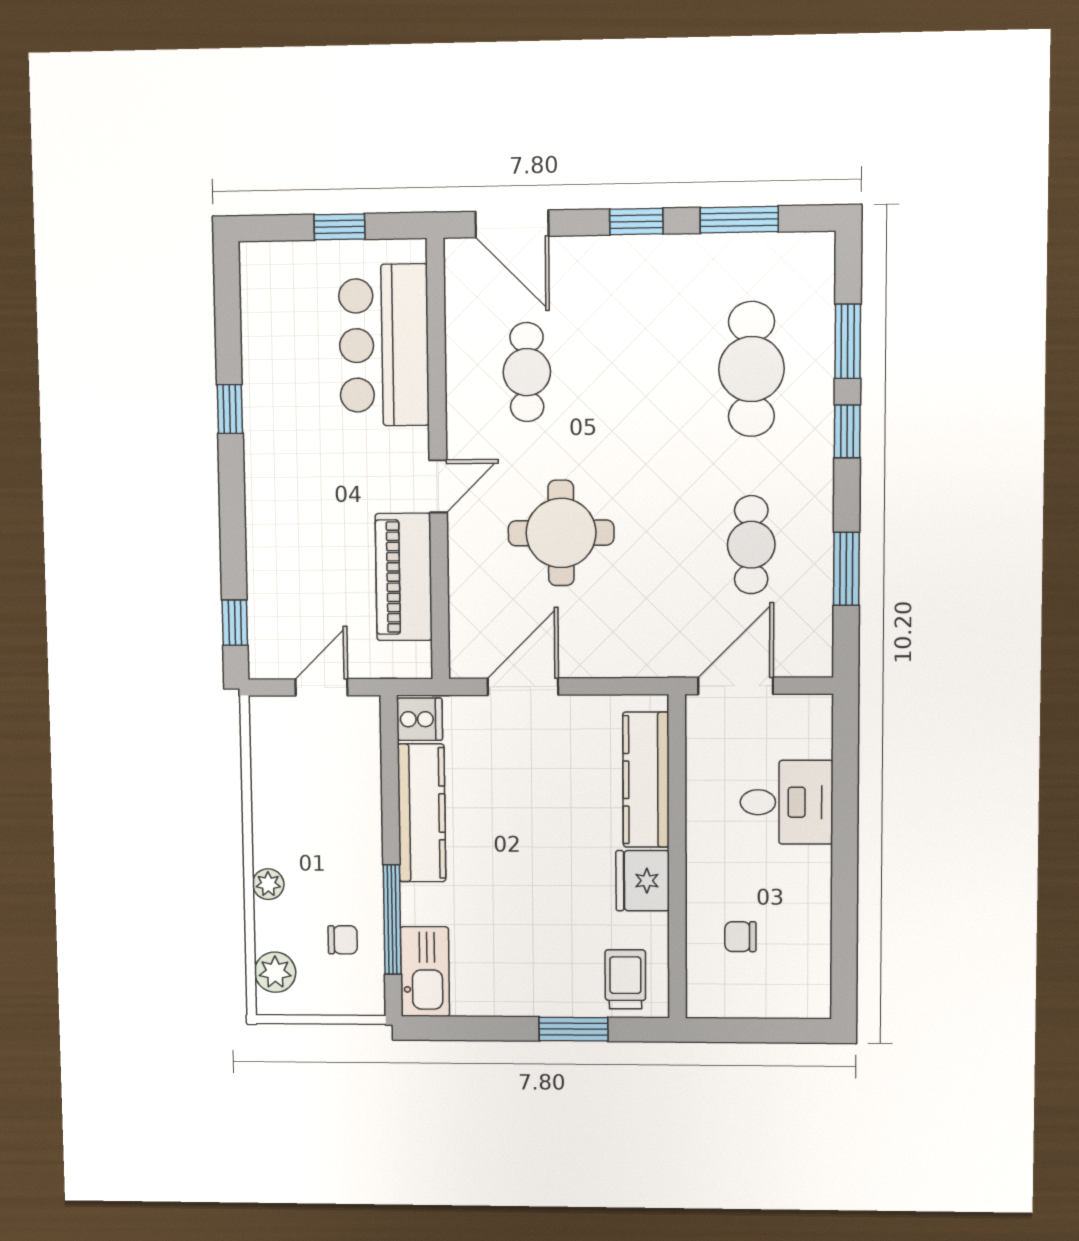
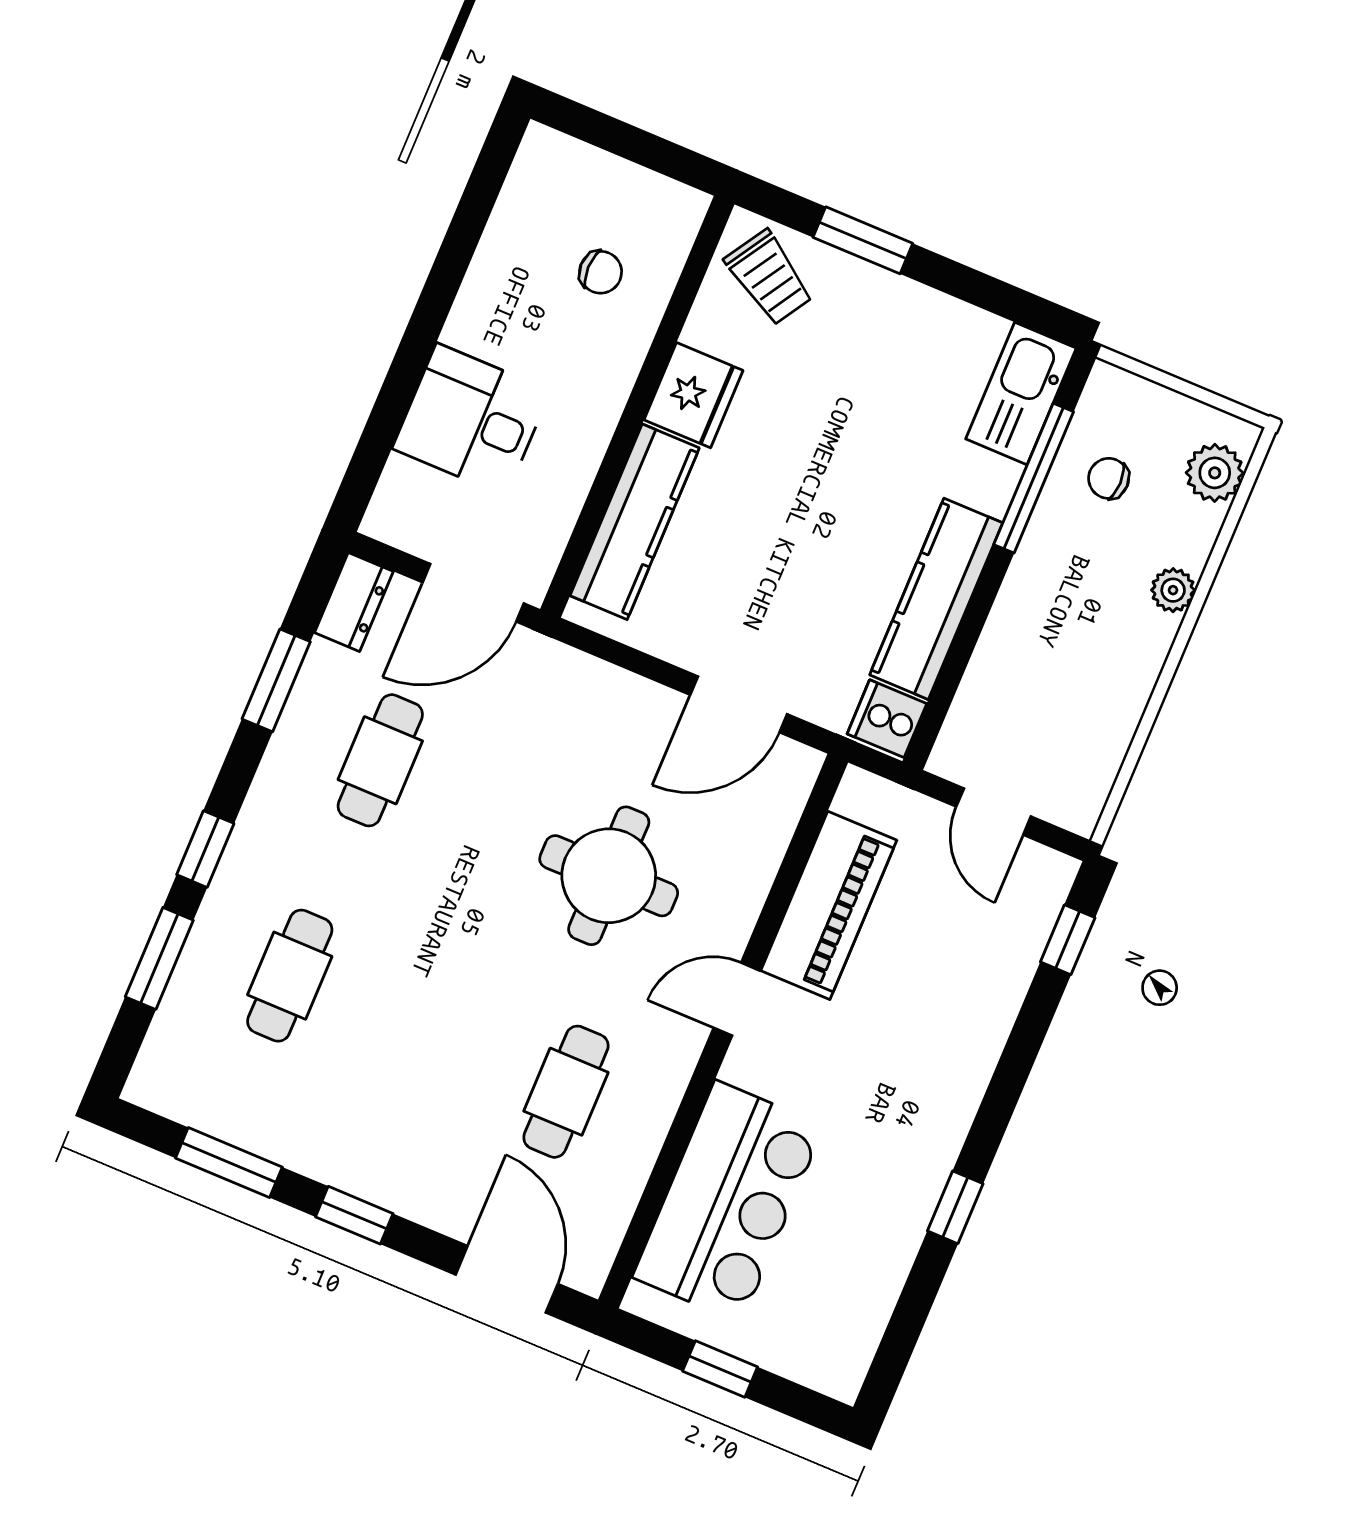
cafe table: (751, 369) -> (290, 976), width x0.73, depth x0.74
dresser: (815, 645) -> (354, 602), added
door: (321, 687) -> (994, 812), hinge flipped
trolley: (625, 979) -> (769, 278), turned -58

